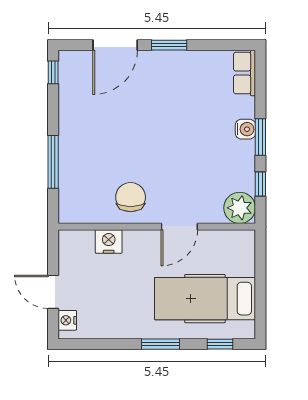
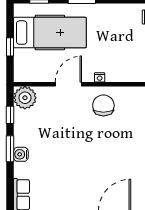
chair: (131, 197) -> (103, 105), turned 180
nightstand: (109, 241) -> (100, 77), moved, width x0.53, depth x0.56
window: (260, 279) -> (10, 47), added

